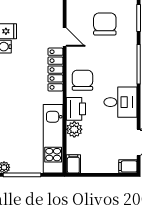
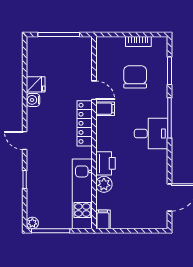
chair: (82, 80) -> (112, 134), removed
desk: (121, 102) -> (151, 134), moved
filing cabinet: (128, 166) -> (105, 109), moved, turned 180

